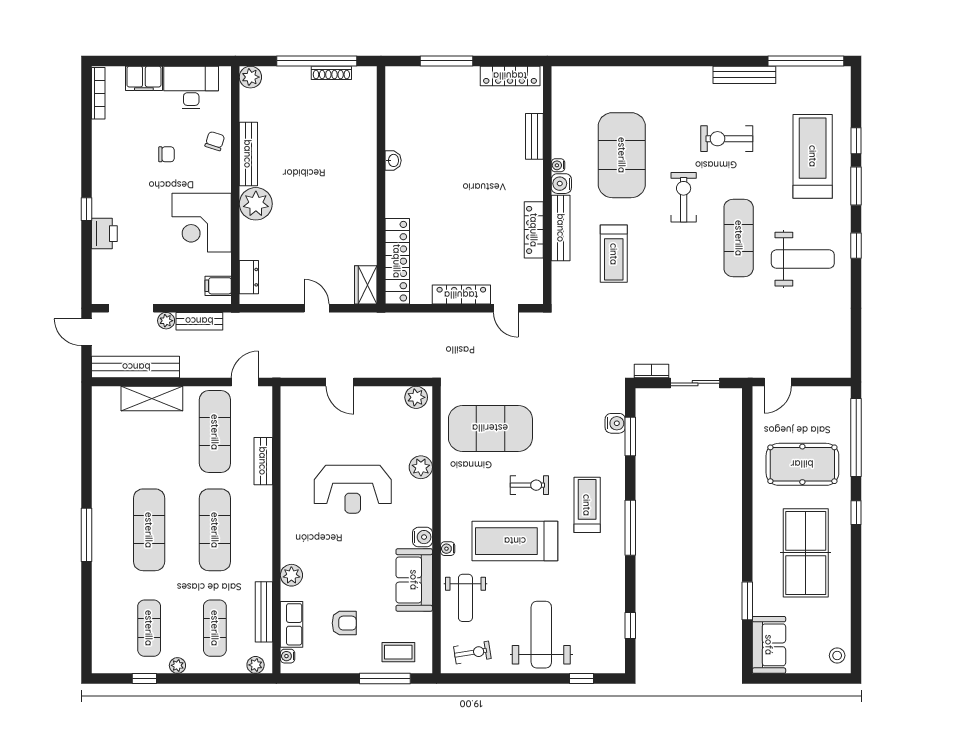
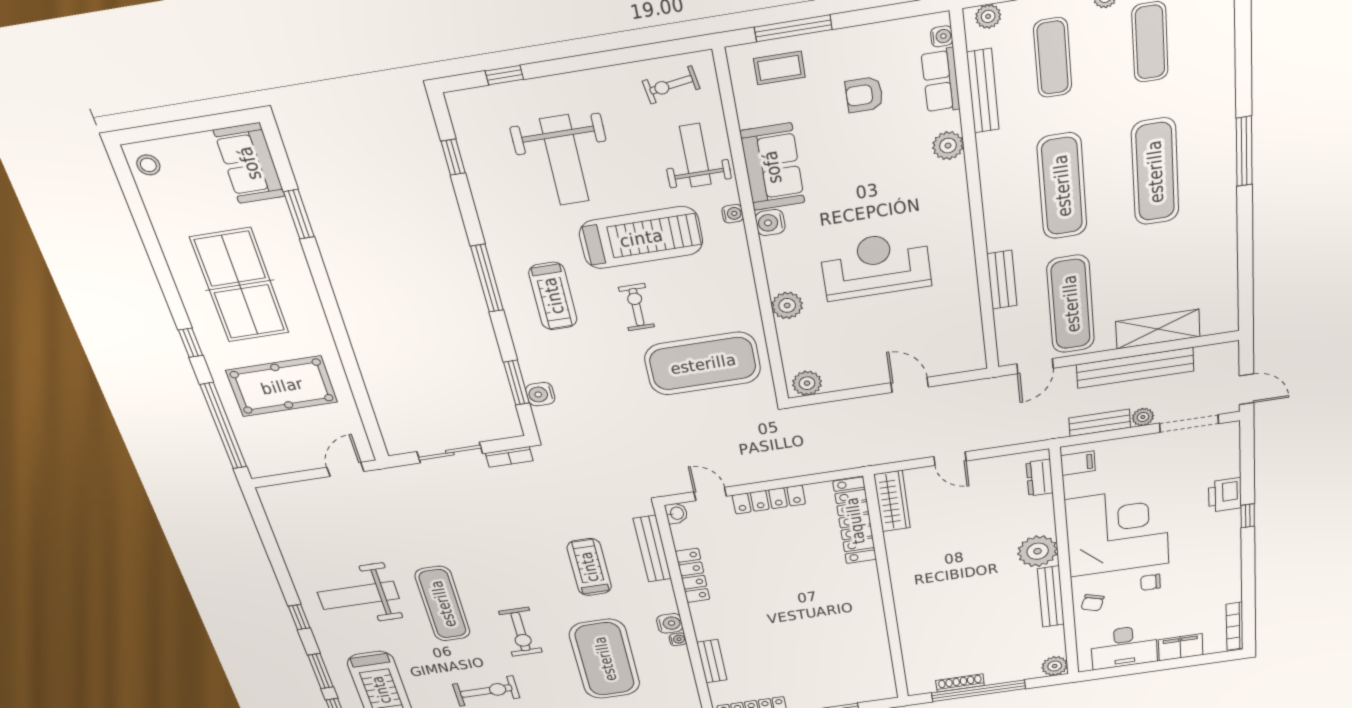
washbasin: (393, 160) -> (676, 513), moved, turned 180
corner desk: (202, 223) -> (1117, 532), width x1.36, depth x1.36
bench: (561, 228) -> (652, 549), moved
wardrobe: (366, 285) -> (892, 501), width x1.50
bench: (136, 367) -> (1135, 368), moved
exercise bike: (529, 485) -> (637, 307), turned 90
weight bench: (541, 635) -> (564, 160), moved

